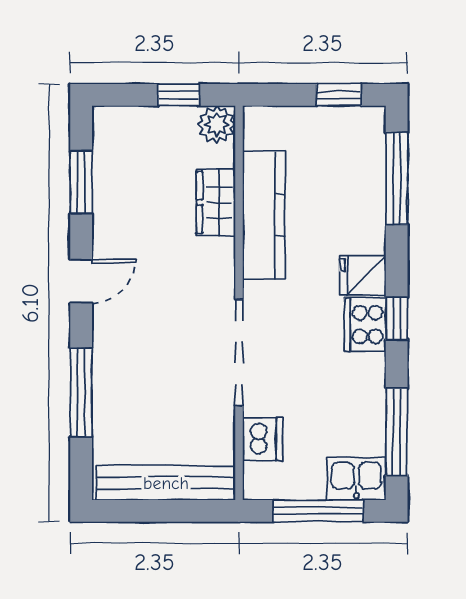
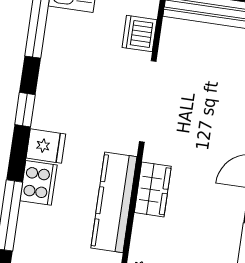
wardrobe: (216, 203) -> (153, 189), moved
cooker: (365, 325) -> (39, 183), moved

